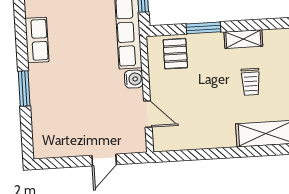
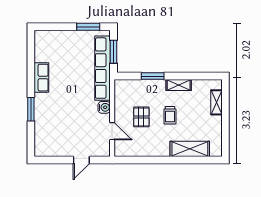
pallet: (175, 54) -> (141, 117), moved
trolley: (251, 82) -> (170, 115), moved

